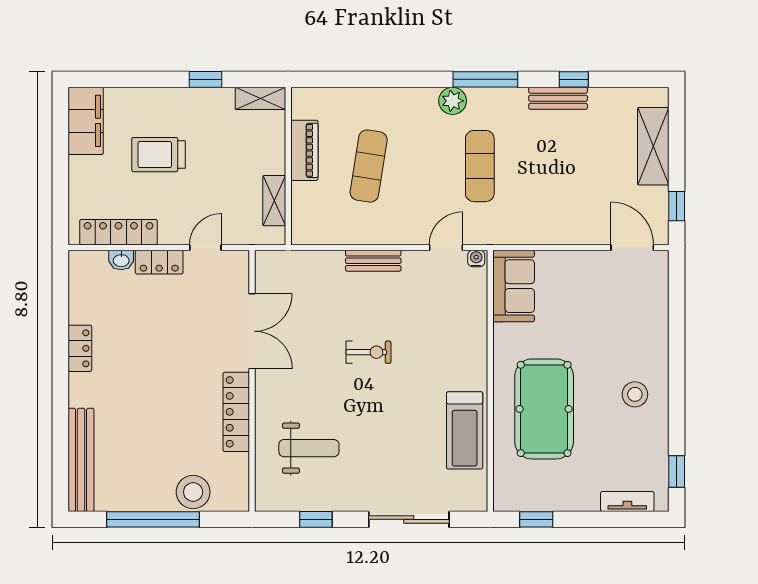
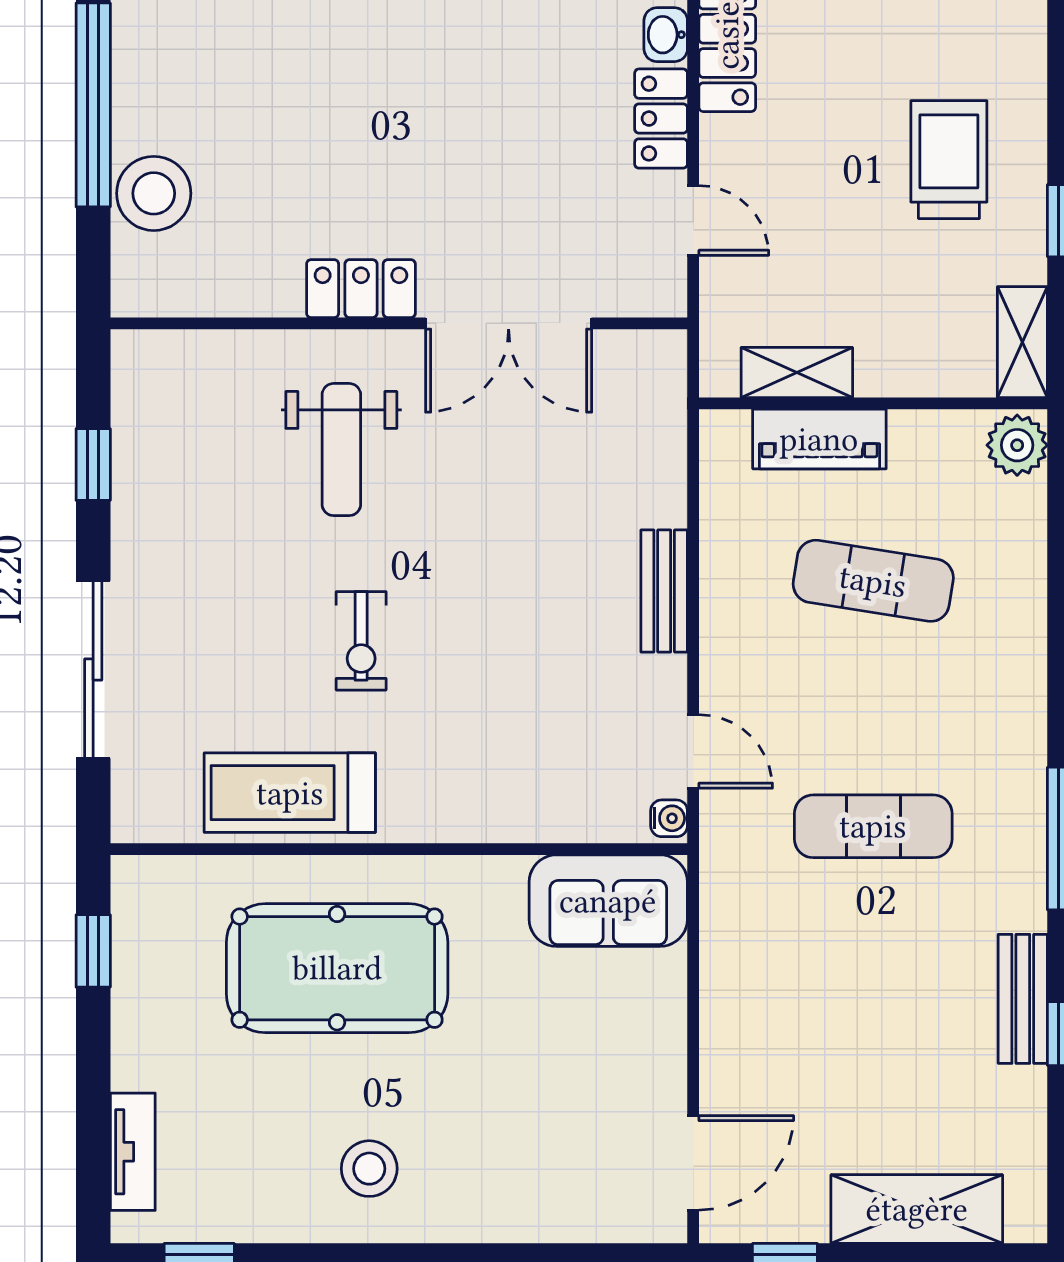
plant: (453, 101) -> (1017, 445), moved
piano: (304, 150) -> (819, 439), moved
trolley: (159, 155) -> (949, 160), moved
exercise bike: (368, 352) -> (361, 641), moved
locker: (236, 412) -> (361, 289), width x0.66
weight bench: (309, 448) -> (341, 450), moved

